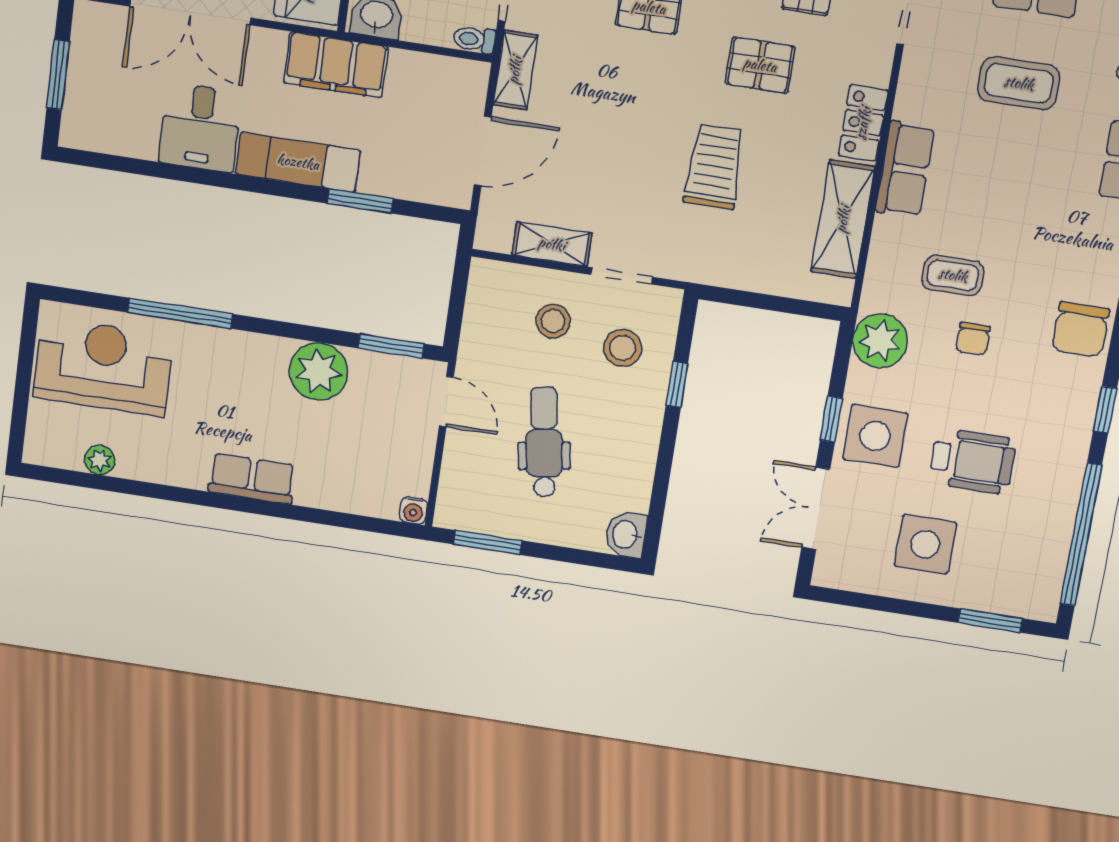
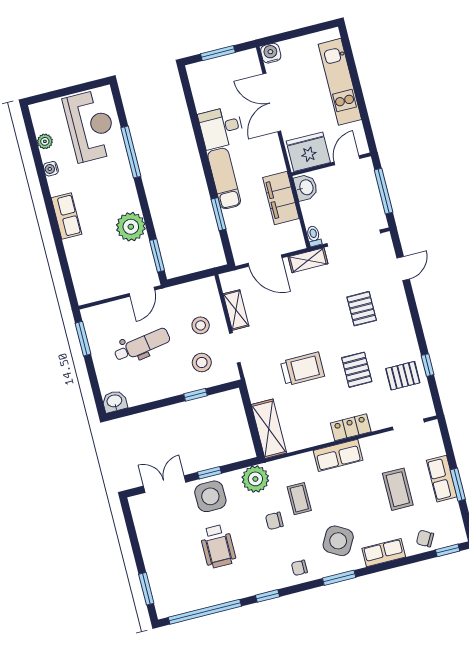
filing cabinet: (336, 65) -> (281, 198), moved
shelving: (843, 219) -> (269, 429), moved, turned 90
chair: (1081, 330) -> (299, 568), width x0.54, depth x0.54
water cooler: (413, 510) -> (51, 169), moved
side table: (925, 544) -> (338, 541), moved, turned 30

